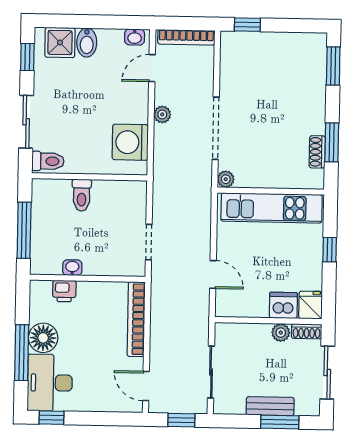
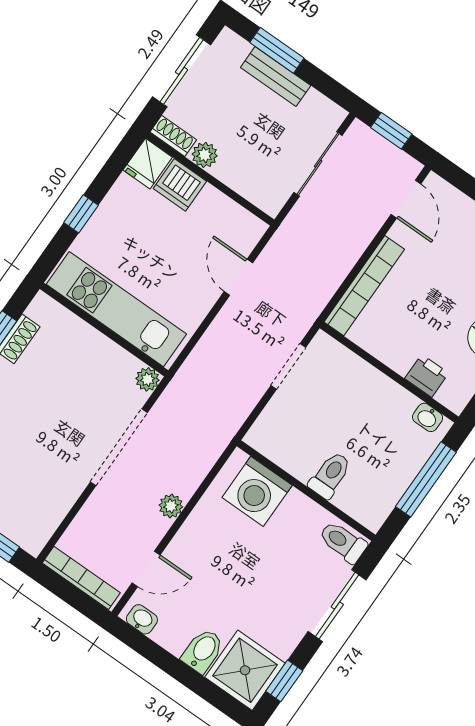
shower: (60, 43) -> (245, 670), width x1.36, depth x1.36
washing machine: (130, 142) -> (257, 491), moved, turned 90
washbasin: (72, 268) -> (428, 417), moved

